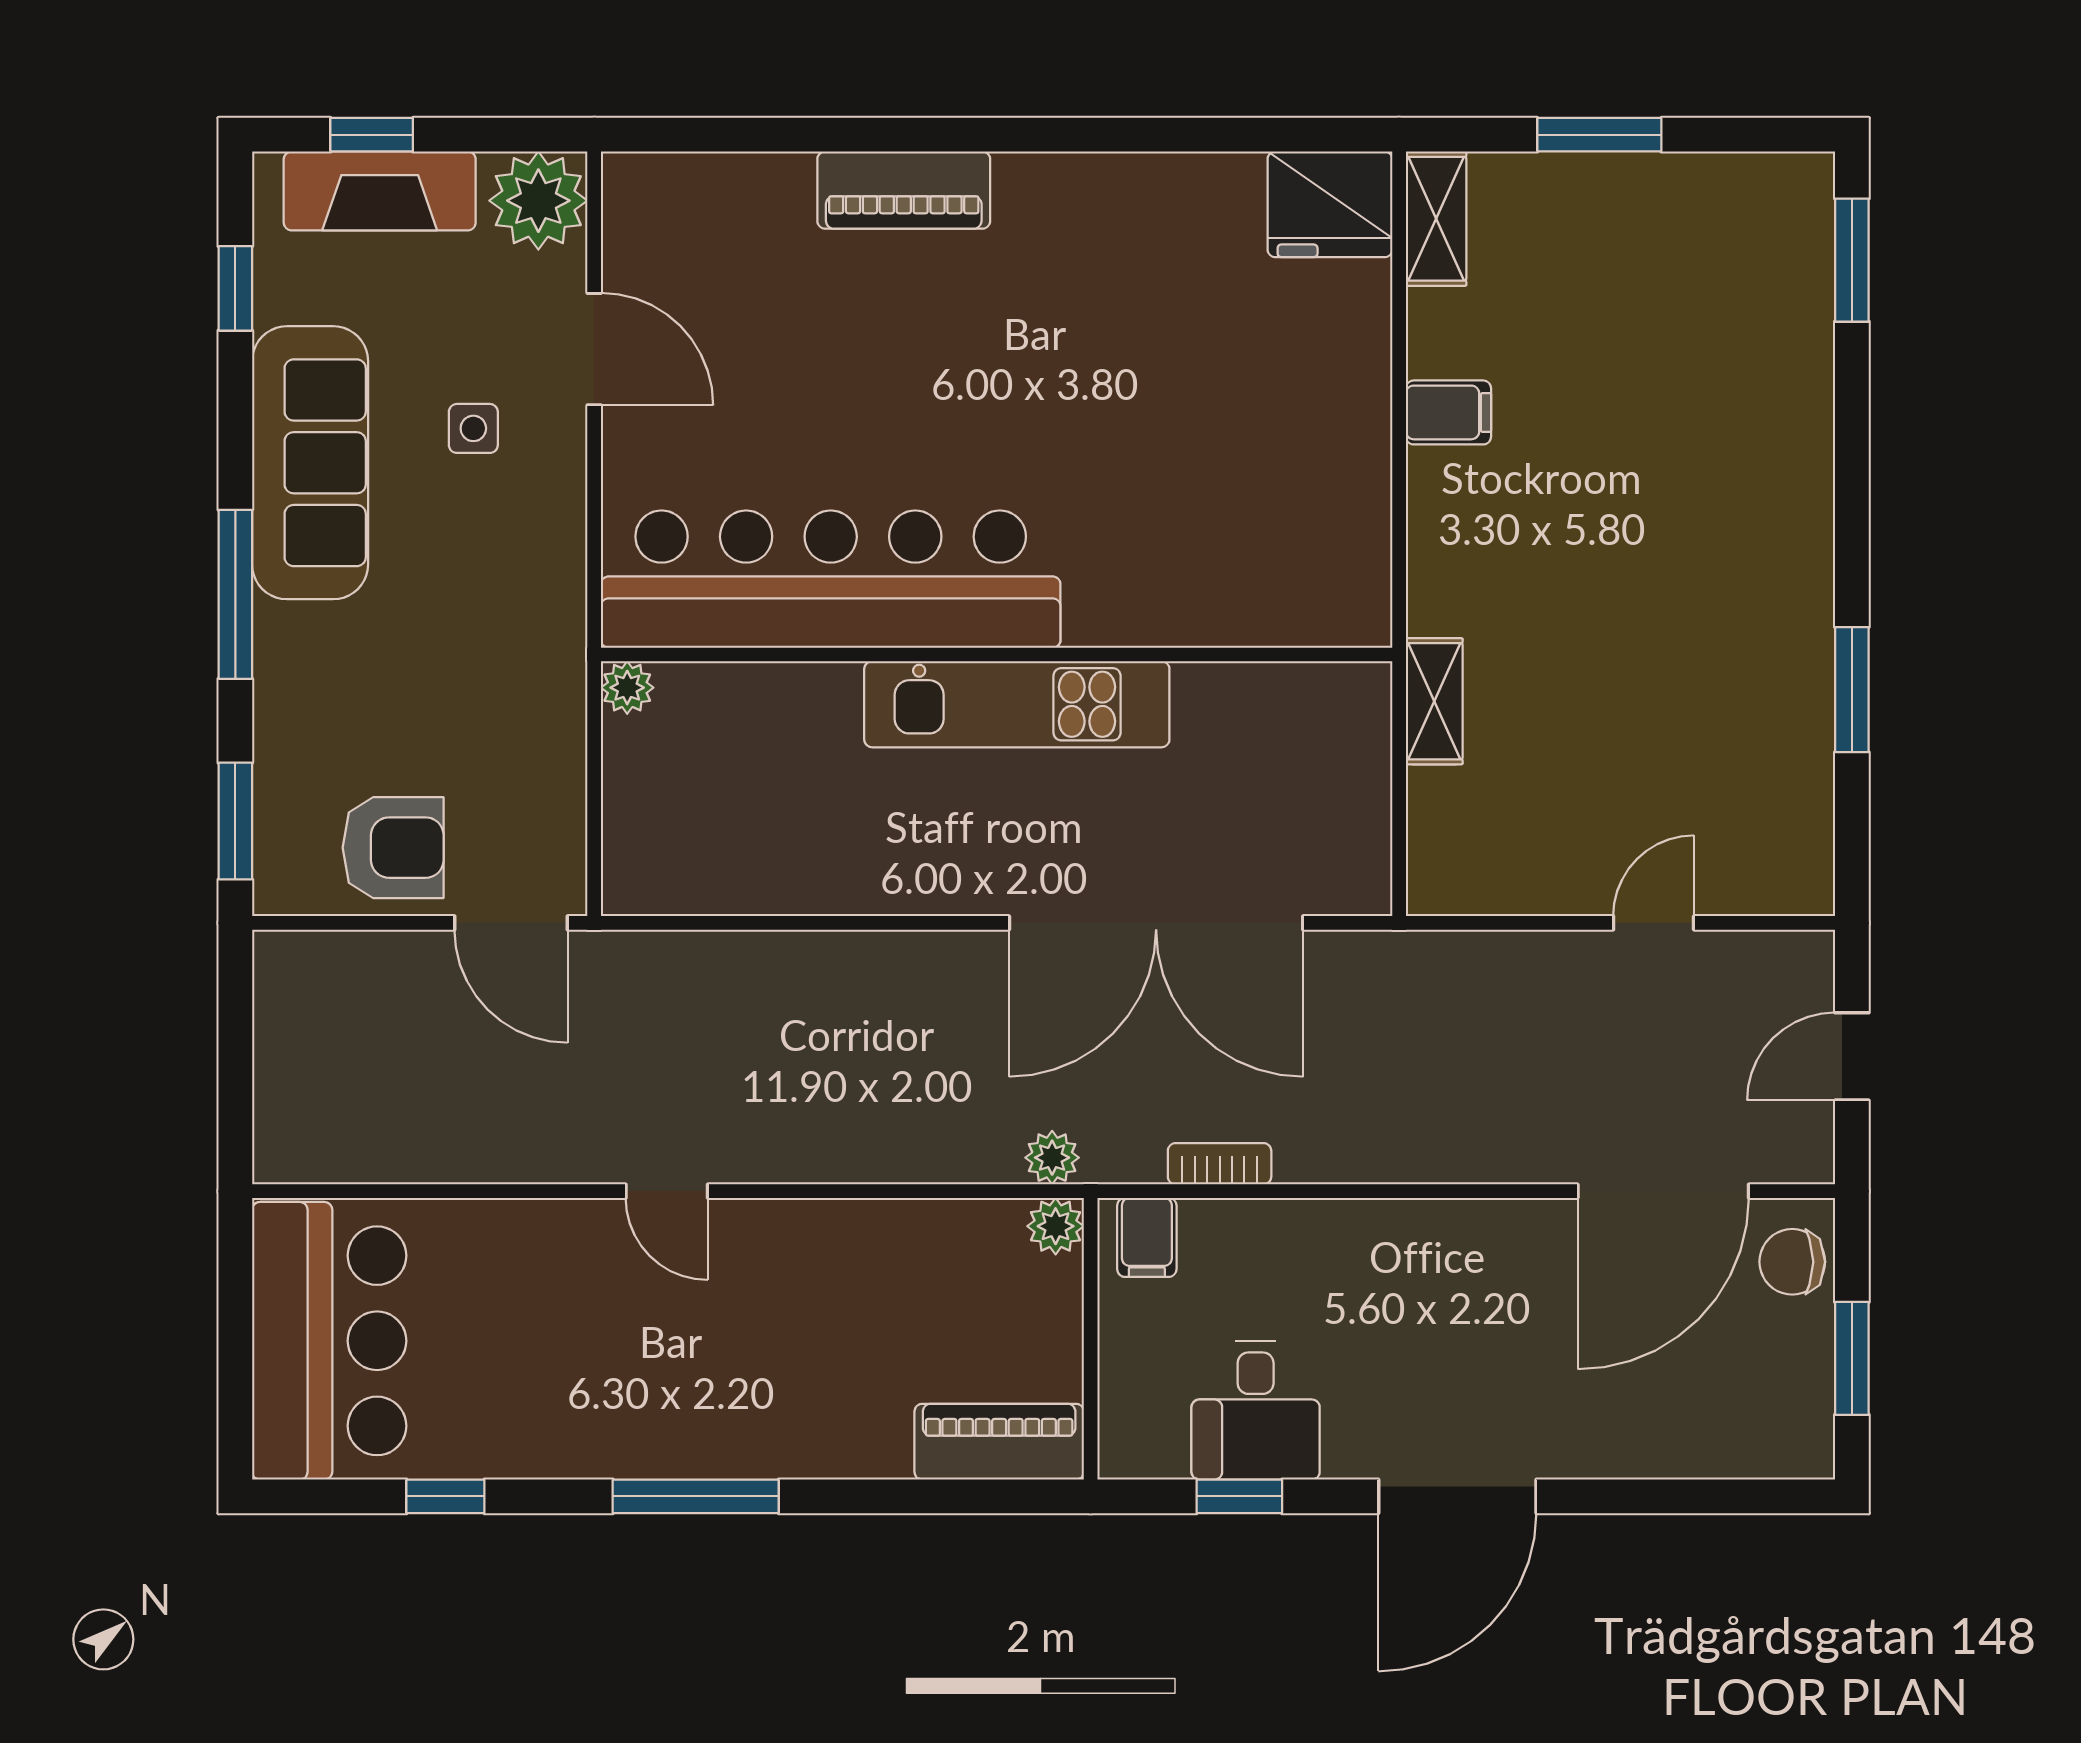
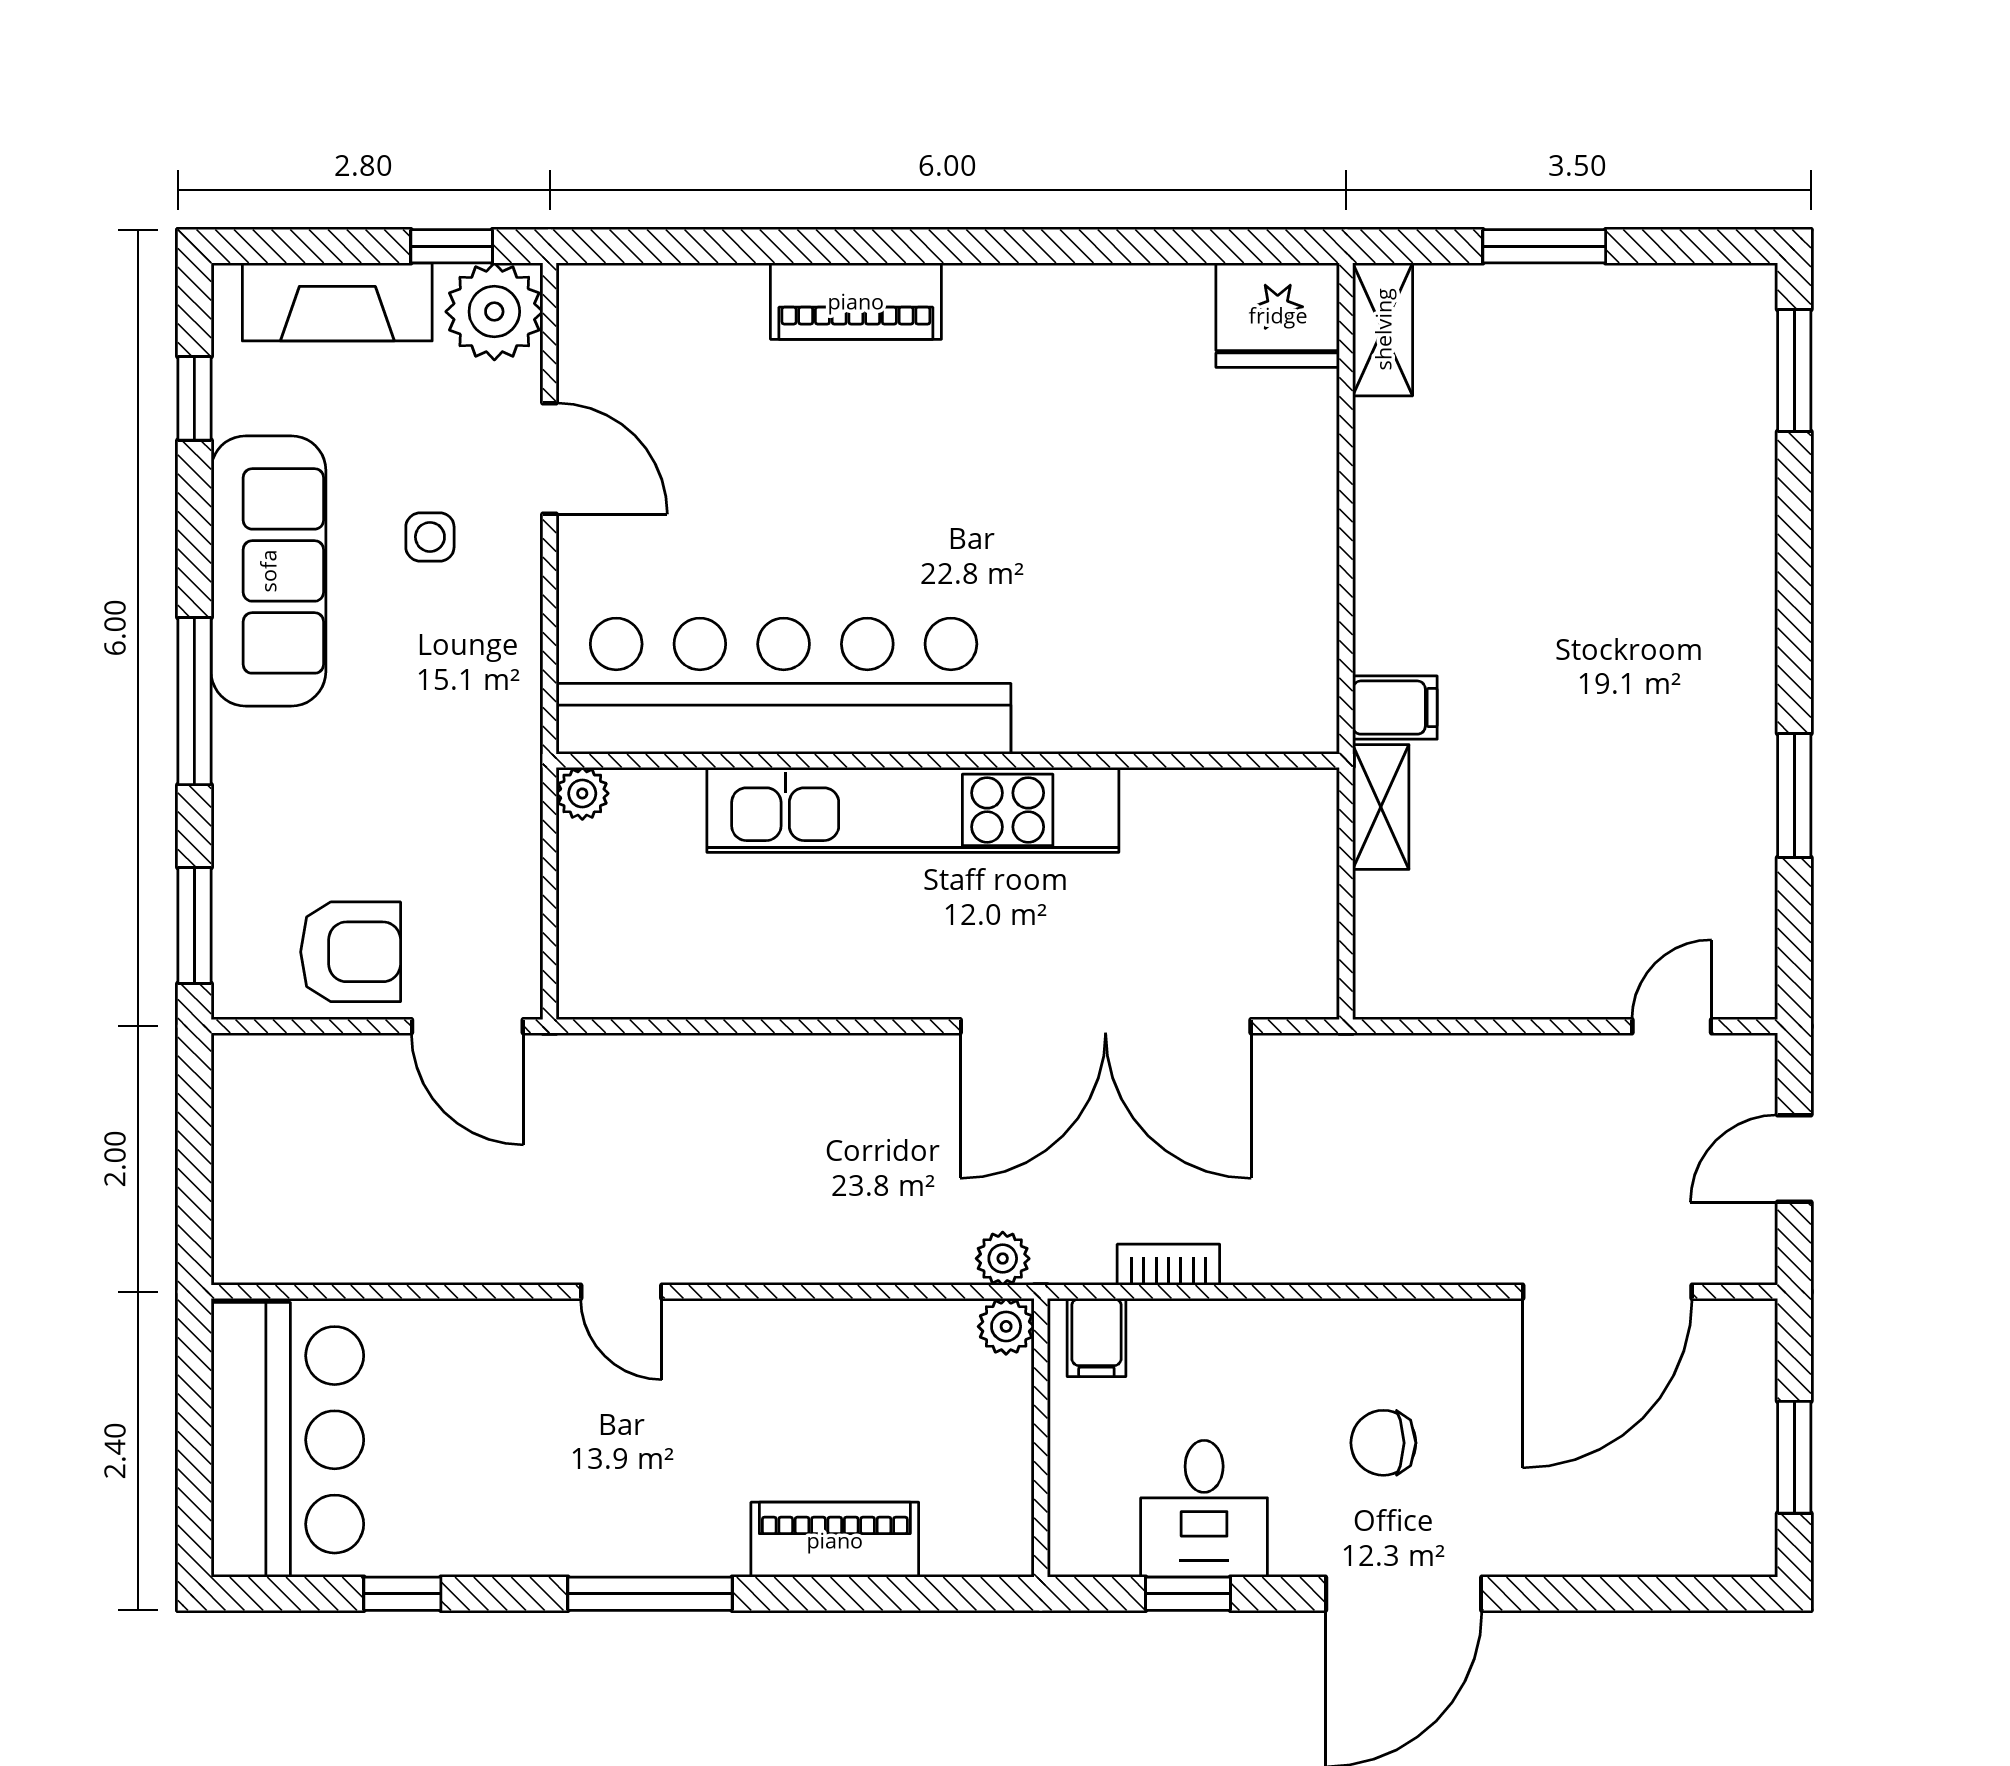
window: (372, 135) -> (452, 246), moved
filing cabinet: (1448, 412) -> (1395, 708), moved
kitchen unit: (1017, 704) -> (913, 810), width x1.36
door: (1654, 923) -> (1672, 1026), moved
chair: (1792, 1262) -> (1383, 1443), moved
piano: (999, 1442) -> (835, 1540), moved

